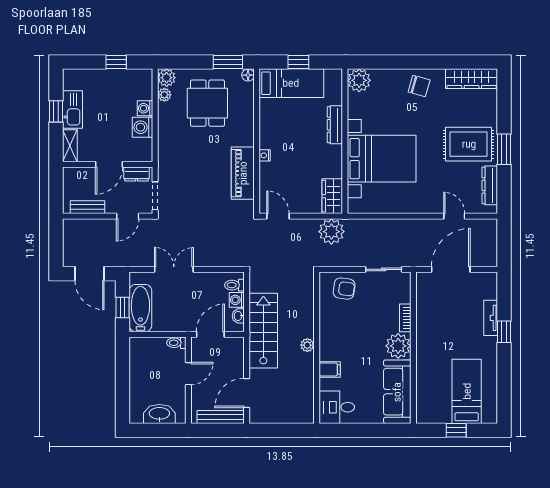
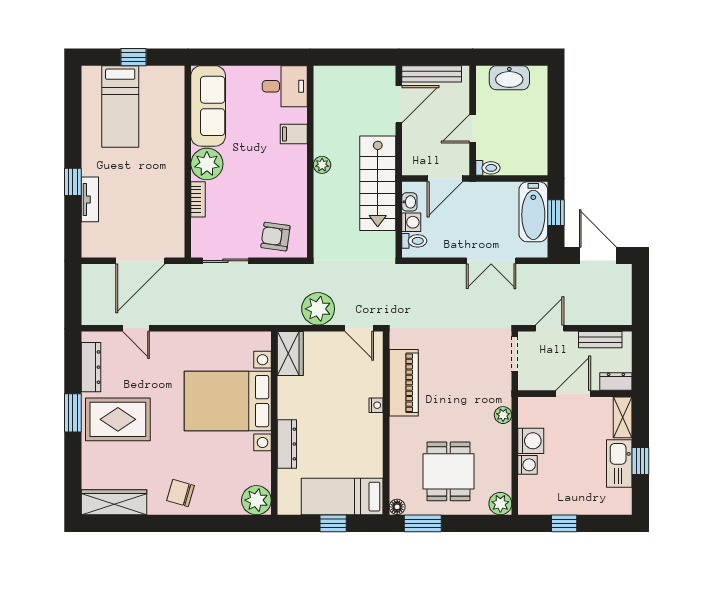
plant: (164, 95) -> (503, 415), moved
dresser: (137, 174) -> (616, 381), moved
plant: (331, 232) -> (318, 309), moved

